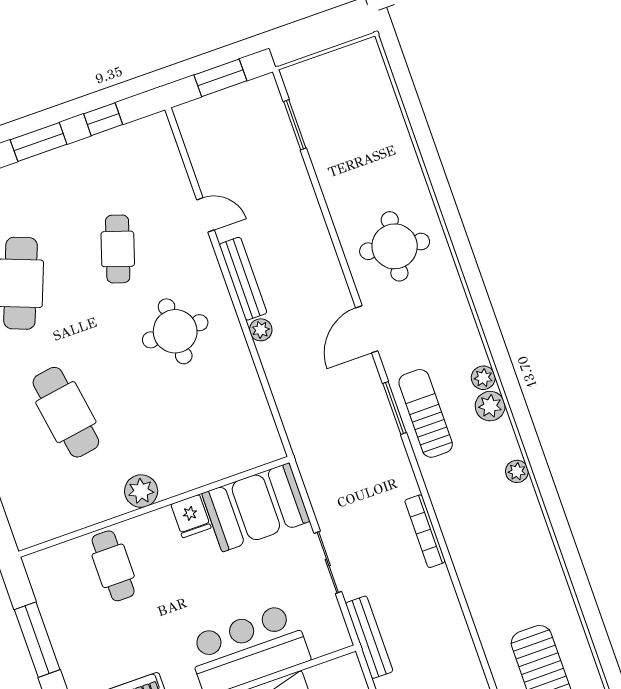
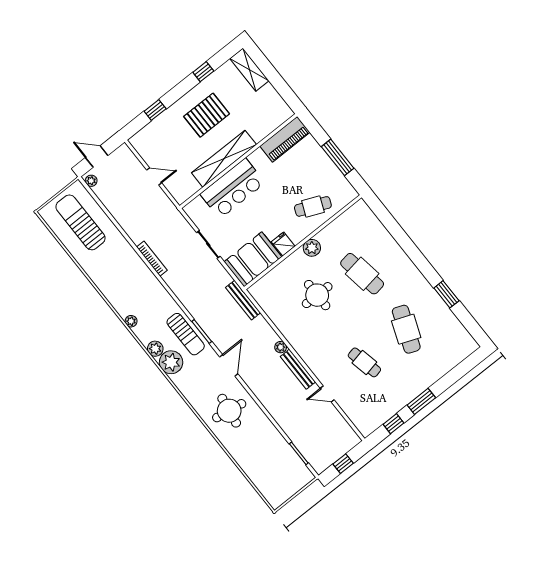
window: (220, 78) -> (343, 464), width x0.67
cafe table: (118, 249) -> (364, 362), turned -30
round table: (175, 331) -> (317, 295), moved
plant: (483, 378) -> (171, 362), width x1.87, depth x1.87
bookcase: (425, 531) -> (152, 259), moved
cafe table: (113, 566) -> (313, 206), turned -67
bench: (369, 637) -> (243, 300), moved

